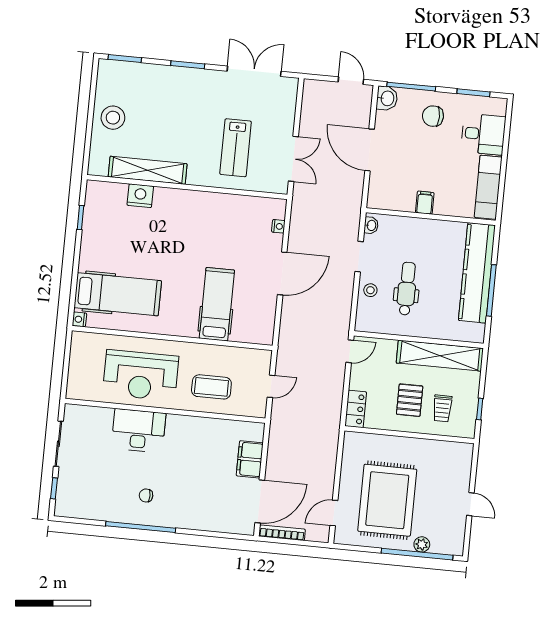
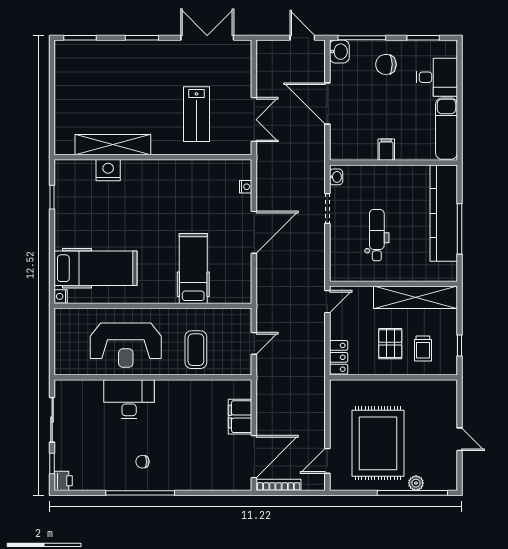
stool: (113, 118) -> (74, 97), removed
stool: (370, 290) -> (342, 240), removed
coffee table: (211, 387) -> (196, 350), turned 90
printer: (64, 507) -> (63, 481), added

